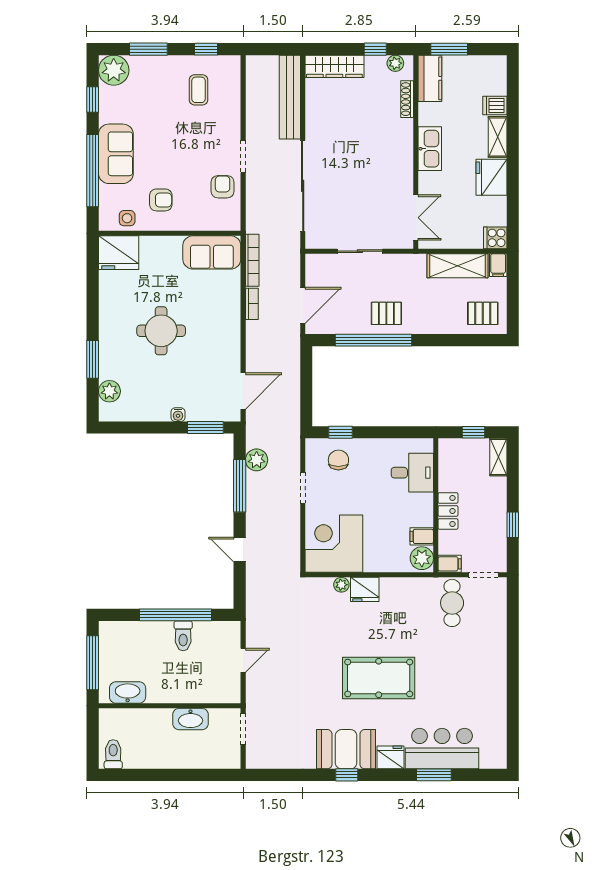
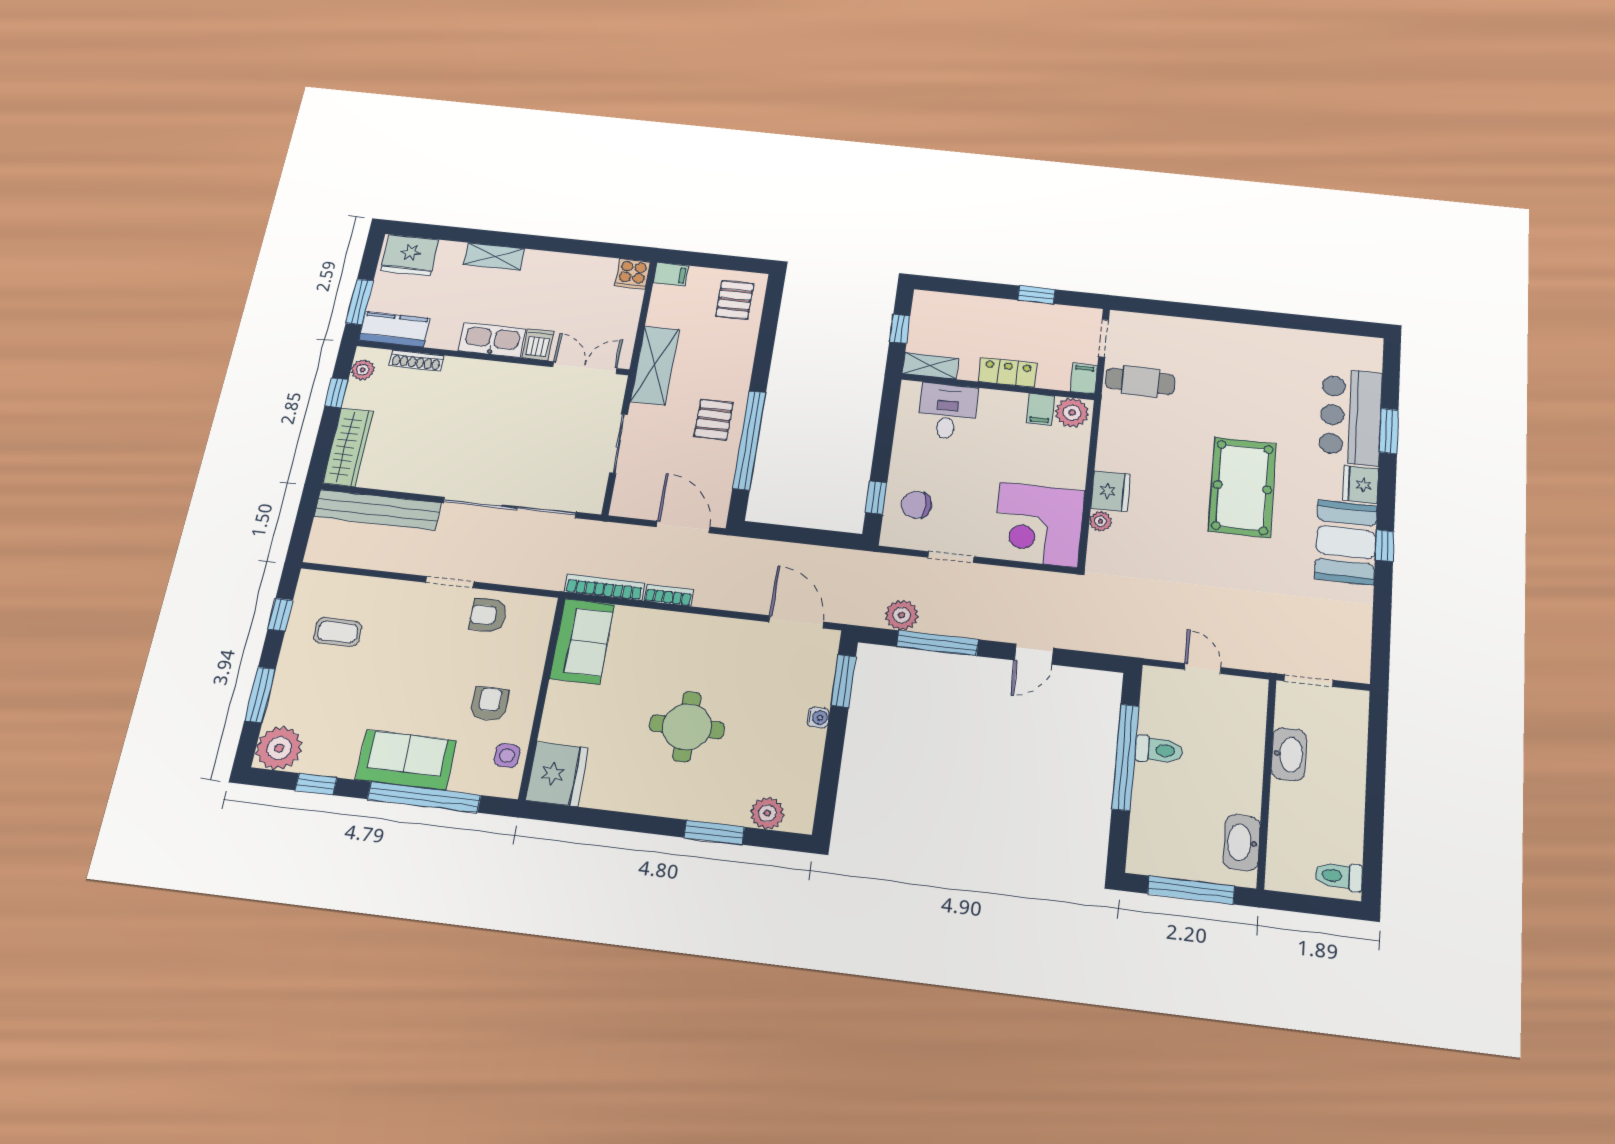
dishwasher: (495, 106) -> (538, 345), moved, turned 180
fridge: (491, 177) -> (410, 255), moved
shelving: (457, 266) -> (655, 365), moved
shelving: (498, 457) -> (930, 366), moved

